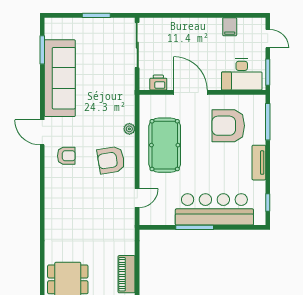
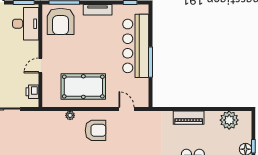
door: (191, 92) -> (40, 65), width x0.53
armchair: (228, 126) -> (61, 21), moved
armchair: (111, 160) -> (96, 130), turned -81

